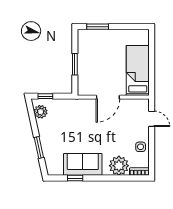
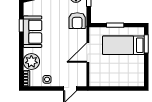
bed: (138, 71) -> (123, 45), moved, turned 180
door: (108, 97) -> (88, 53), hinge flipped
armchair: (69, 110) -> (77, 21), added

